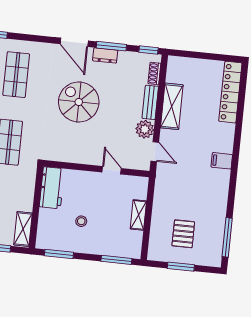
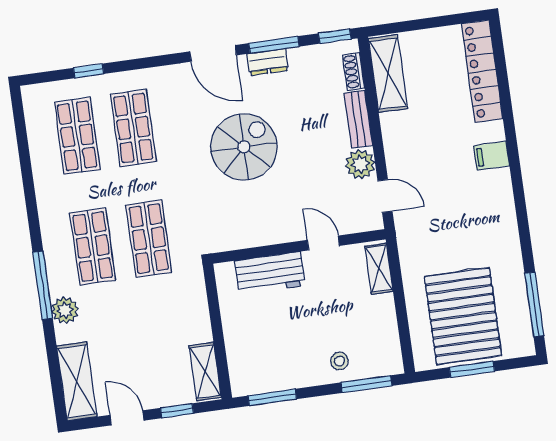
spiral stairs: (79, 102) -> (244, 147), turned 90
shelving: (172, 106) -> (388, 74), moved
filing cabinet: (222, 161) -> (492, 156), moved
workbench: (52, 188) -> (270, 273), moved, turned 90
shelving: (138, 215) -> (379, 269), moved
stool: (81, 221) -> (339, 361), moved
pallet: (183, 234) -> (463, 316), width x2.05, depth x2.00

